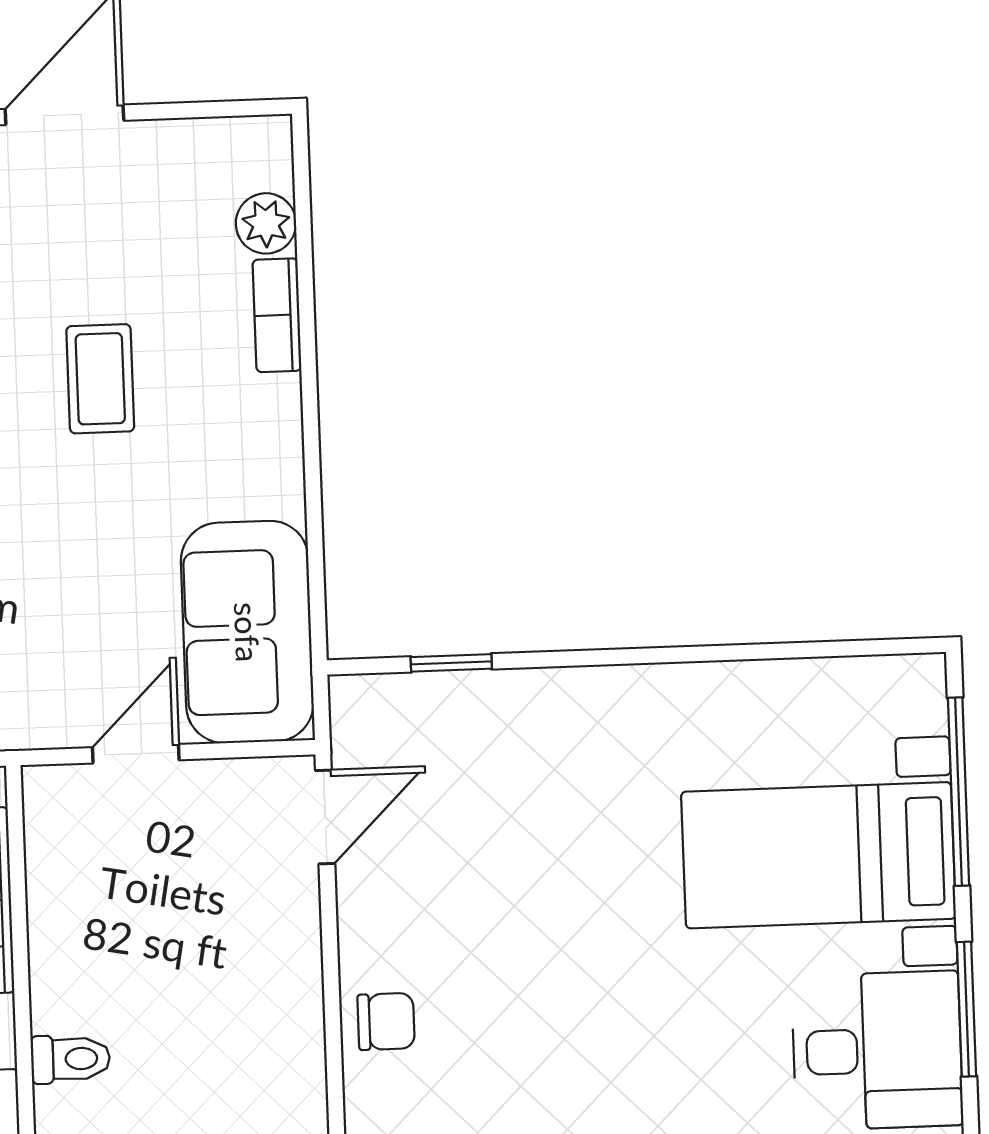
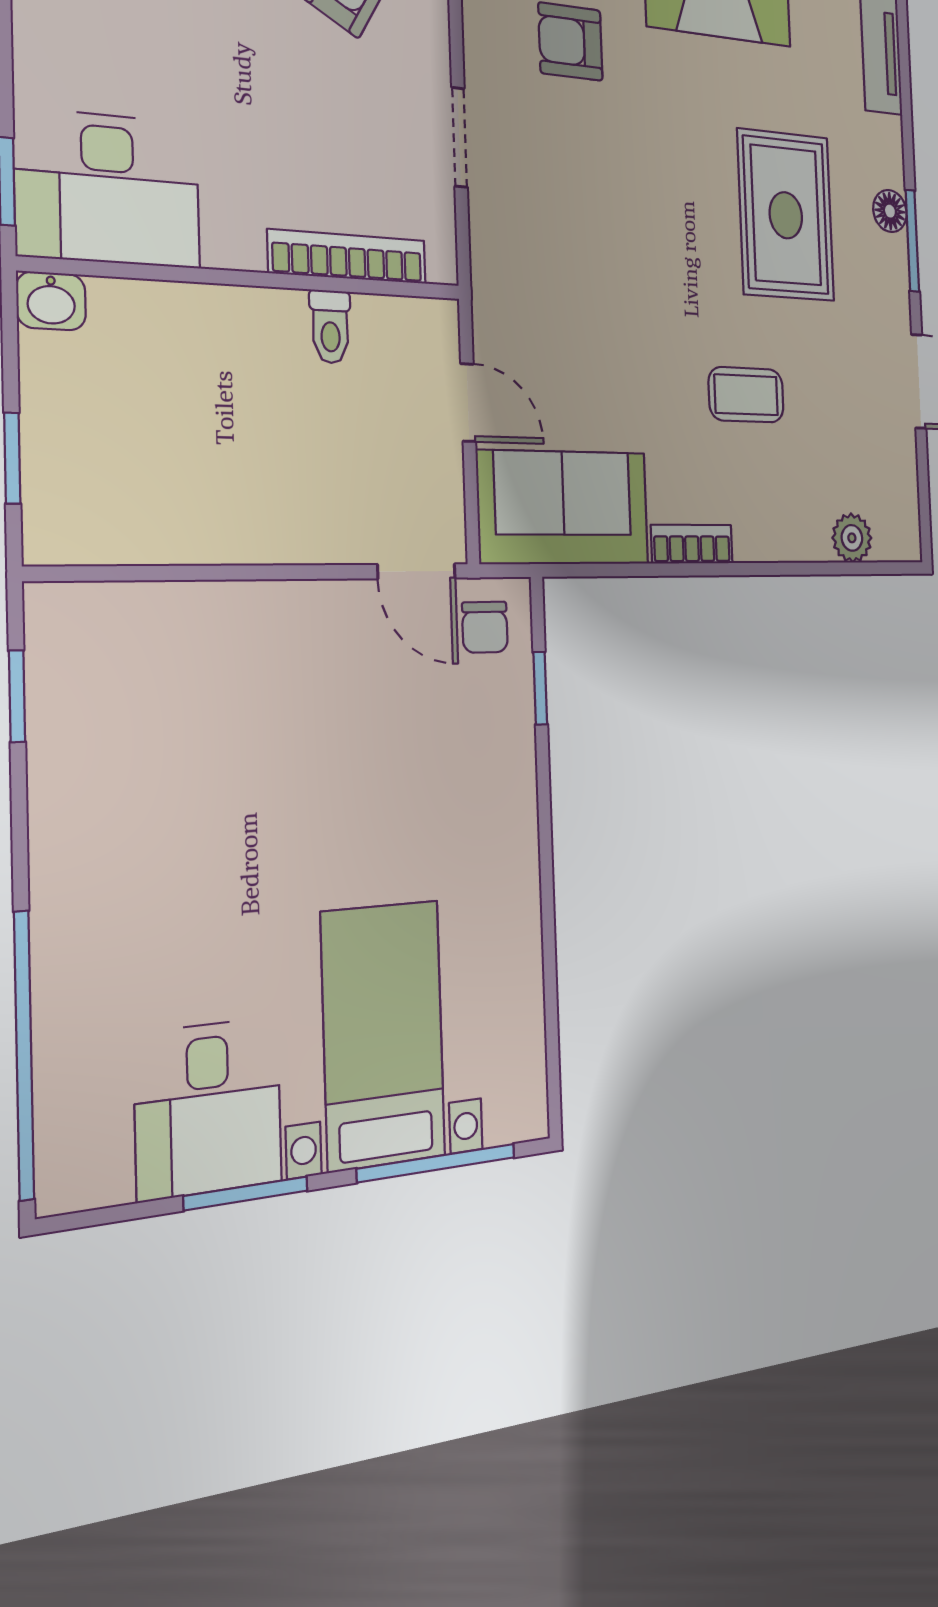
bookcase: (277, 315) -> (692, 544), moved
chair: (386, 1021) -> (485, 627), moved
toilet: (70, 1059) -> (330, 327), moved

